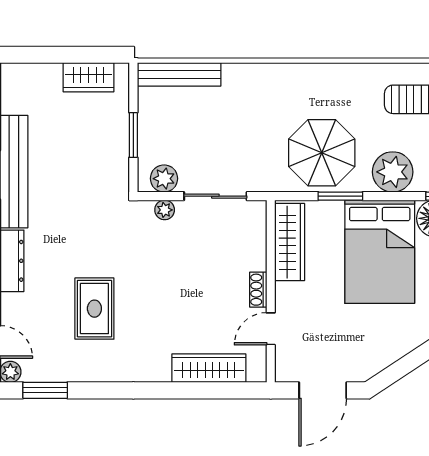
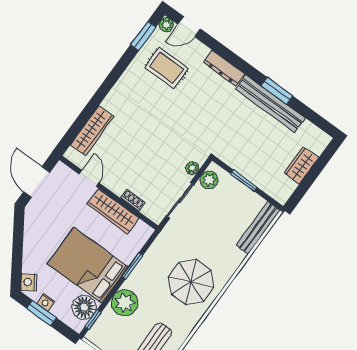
wardrobe: (89, 77) -> (301, 165), moved
parasol: (322, 153) -> (191, 282), moved
wardrobe: (290, 242) -> (113, 211), moved
shoe rack: (258, 290) -> (133, 200), moved
rug: (94, 309) -> (166, 68), moved

